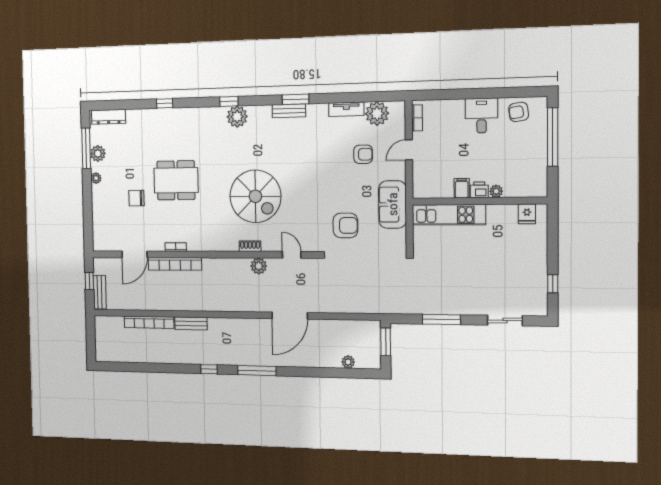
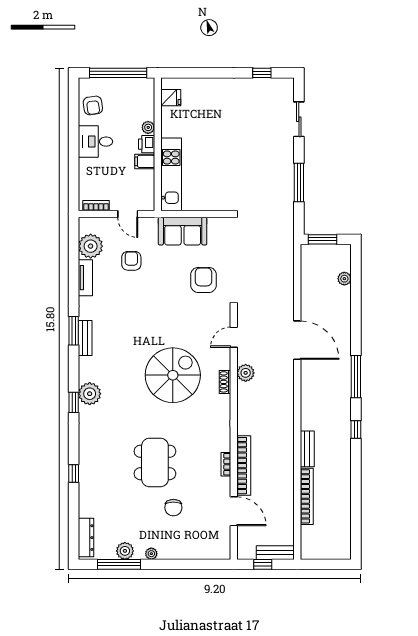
filing cabinet: (462, 188) -> (145, 161), moved
printer: (479, 190) -> (147, 144), moved
plant: (496, 191) -> (148, 127), moved
wall: (479, 201) -> (158, 144), moved
fridge: (527, 214) -> (171, 98), moved
kitchen unit: (449, 215) -> (171, 174), moved

